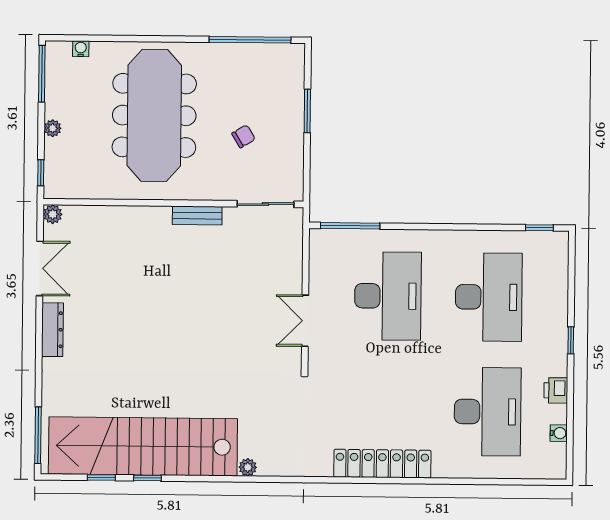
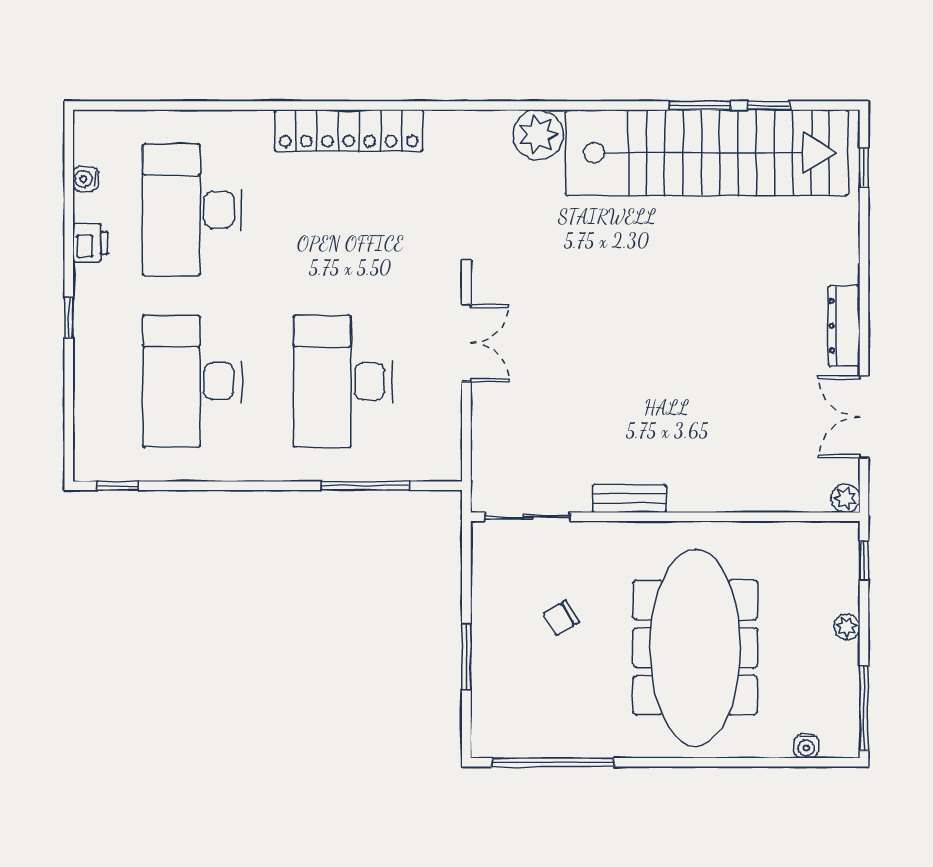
window: (350, 226) -> (365, 486), moved
window: (38, 435) -> (864, 168), width x0.46
plant: (248, 467) -> (538, 135), width x1.87, depth x1.87
window: (147, 478) -> (700, 105), width x1.50

